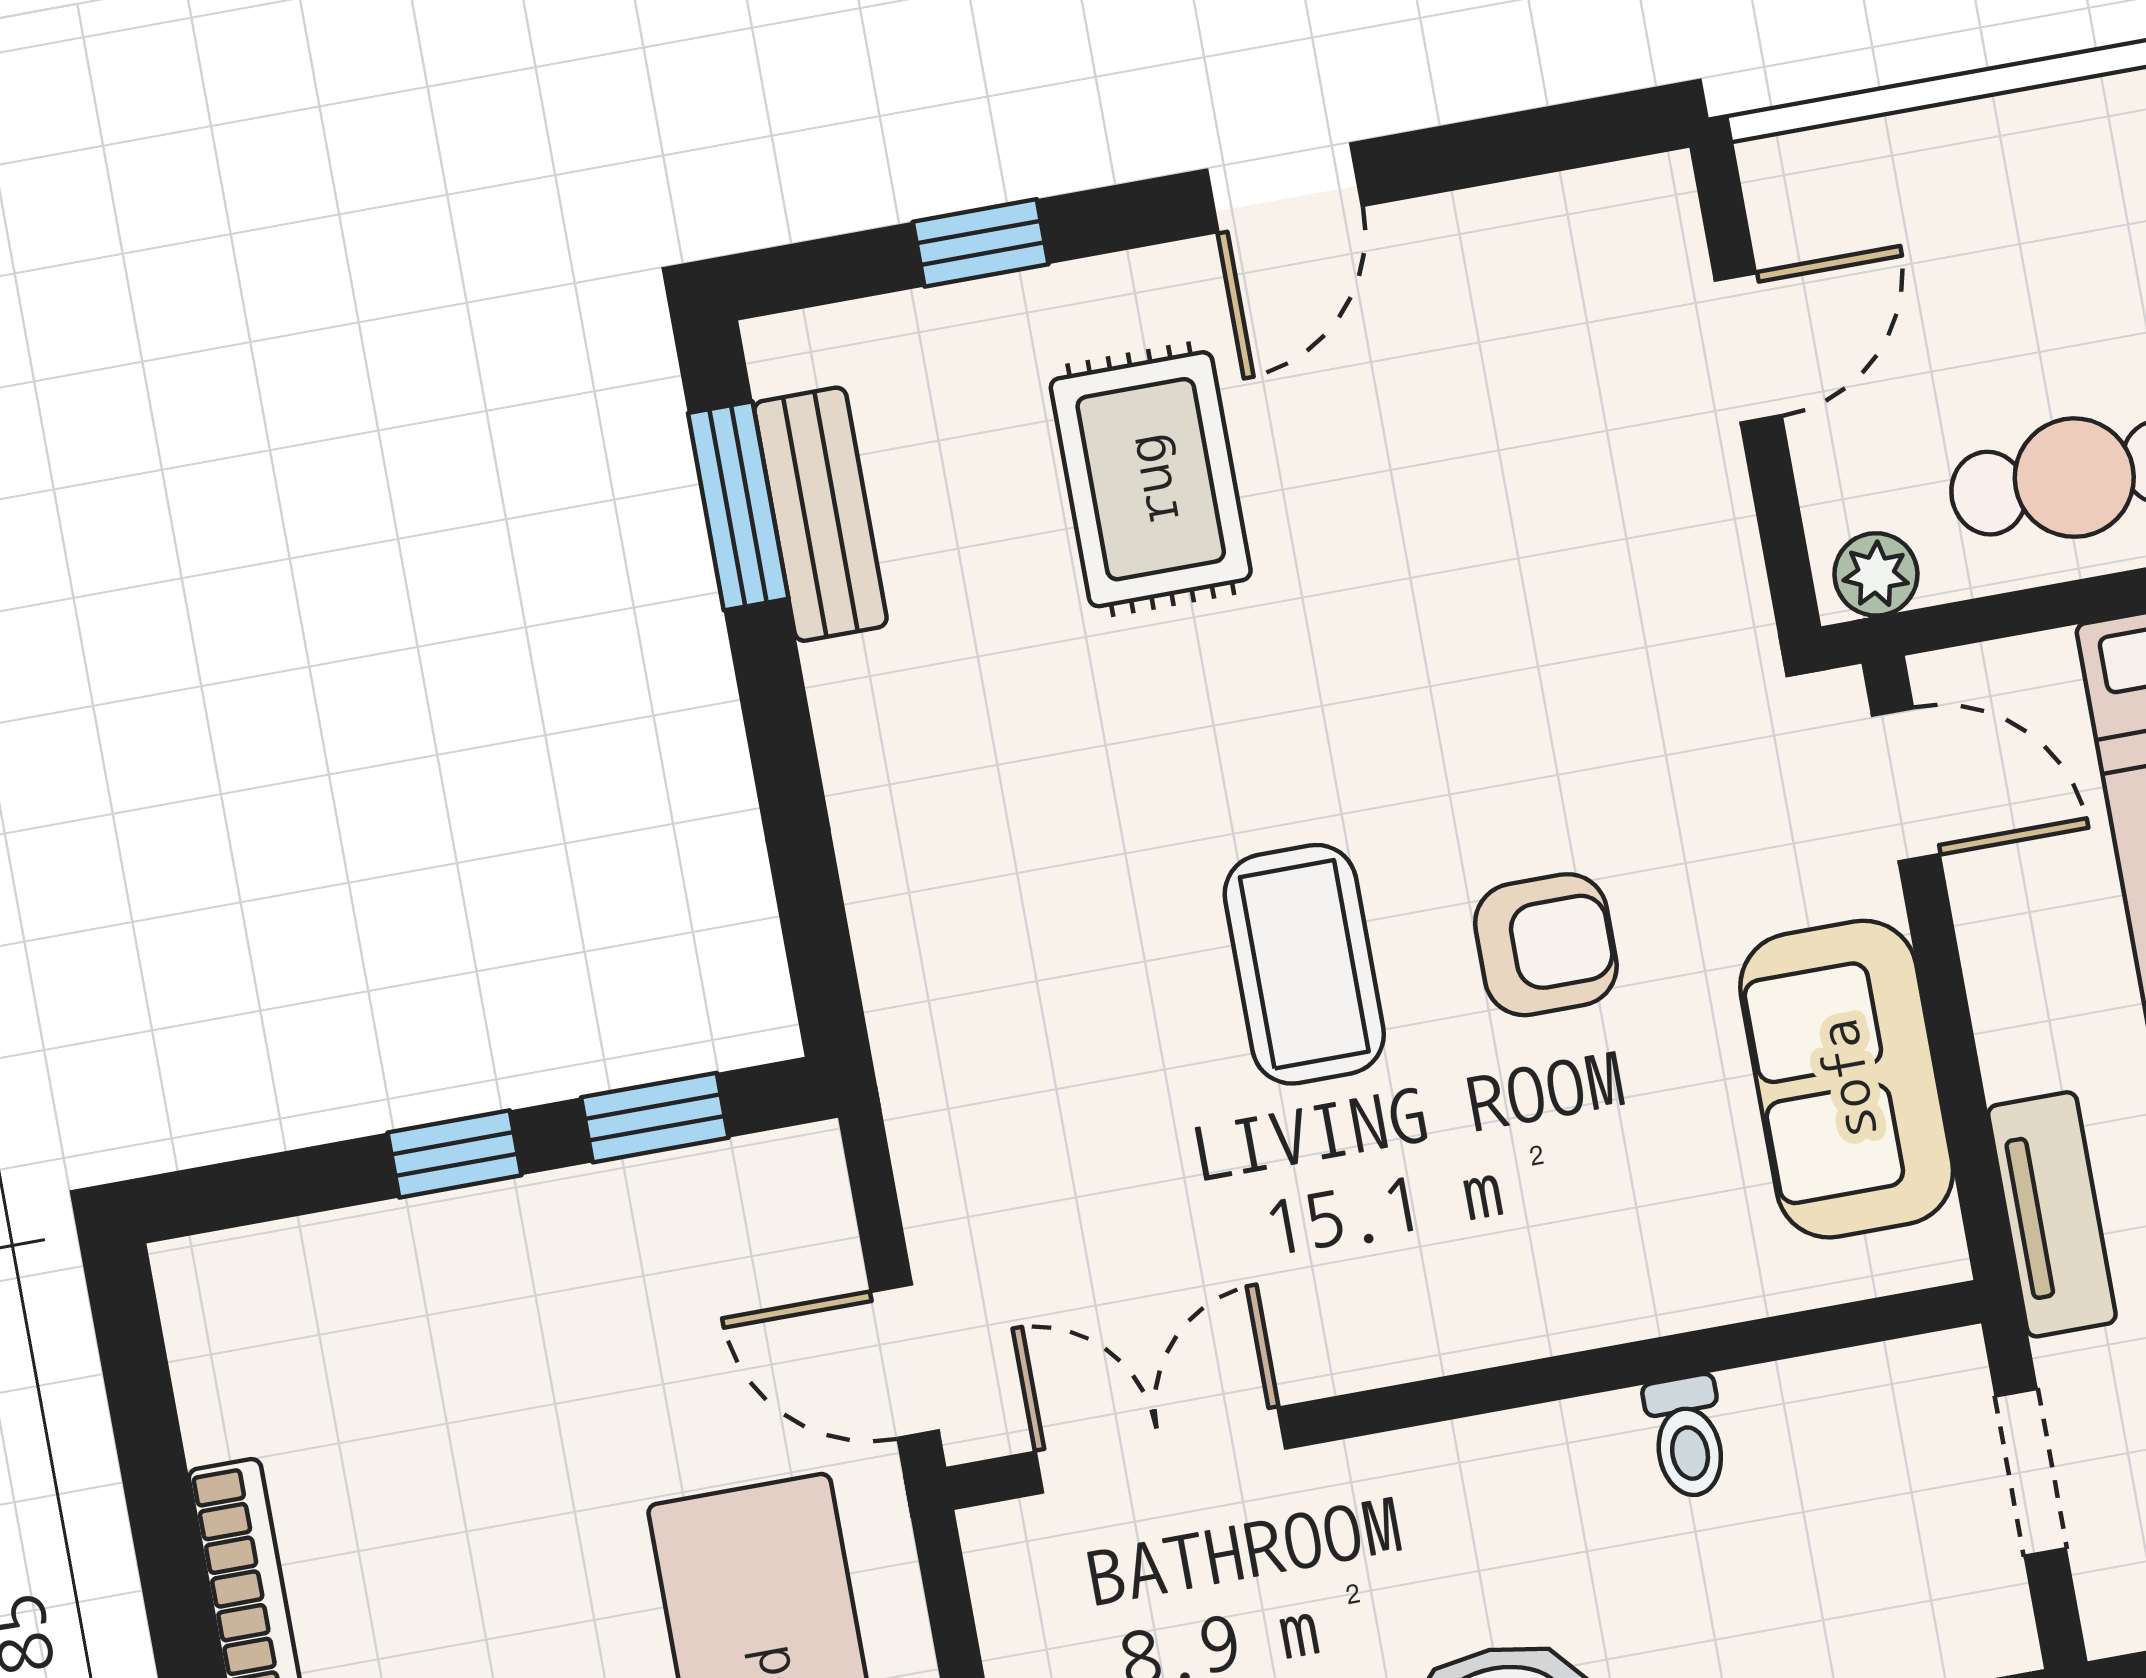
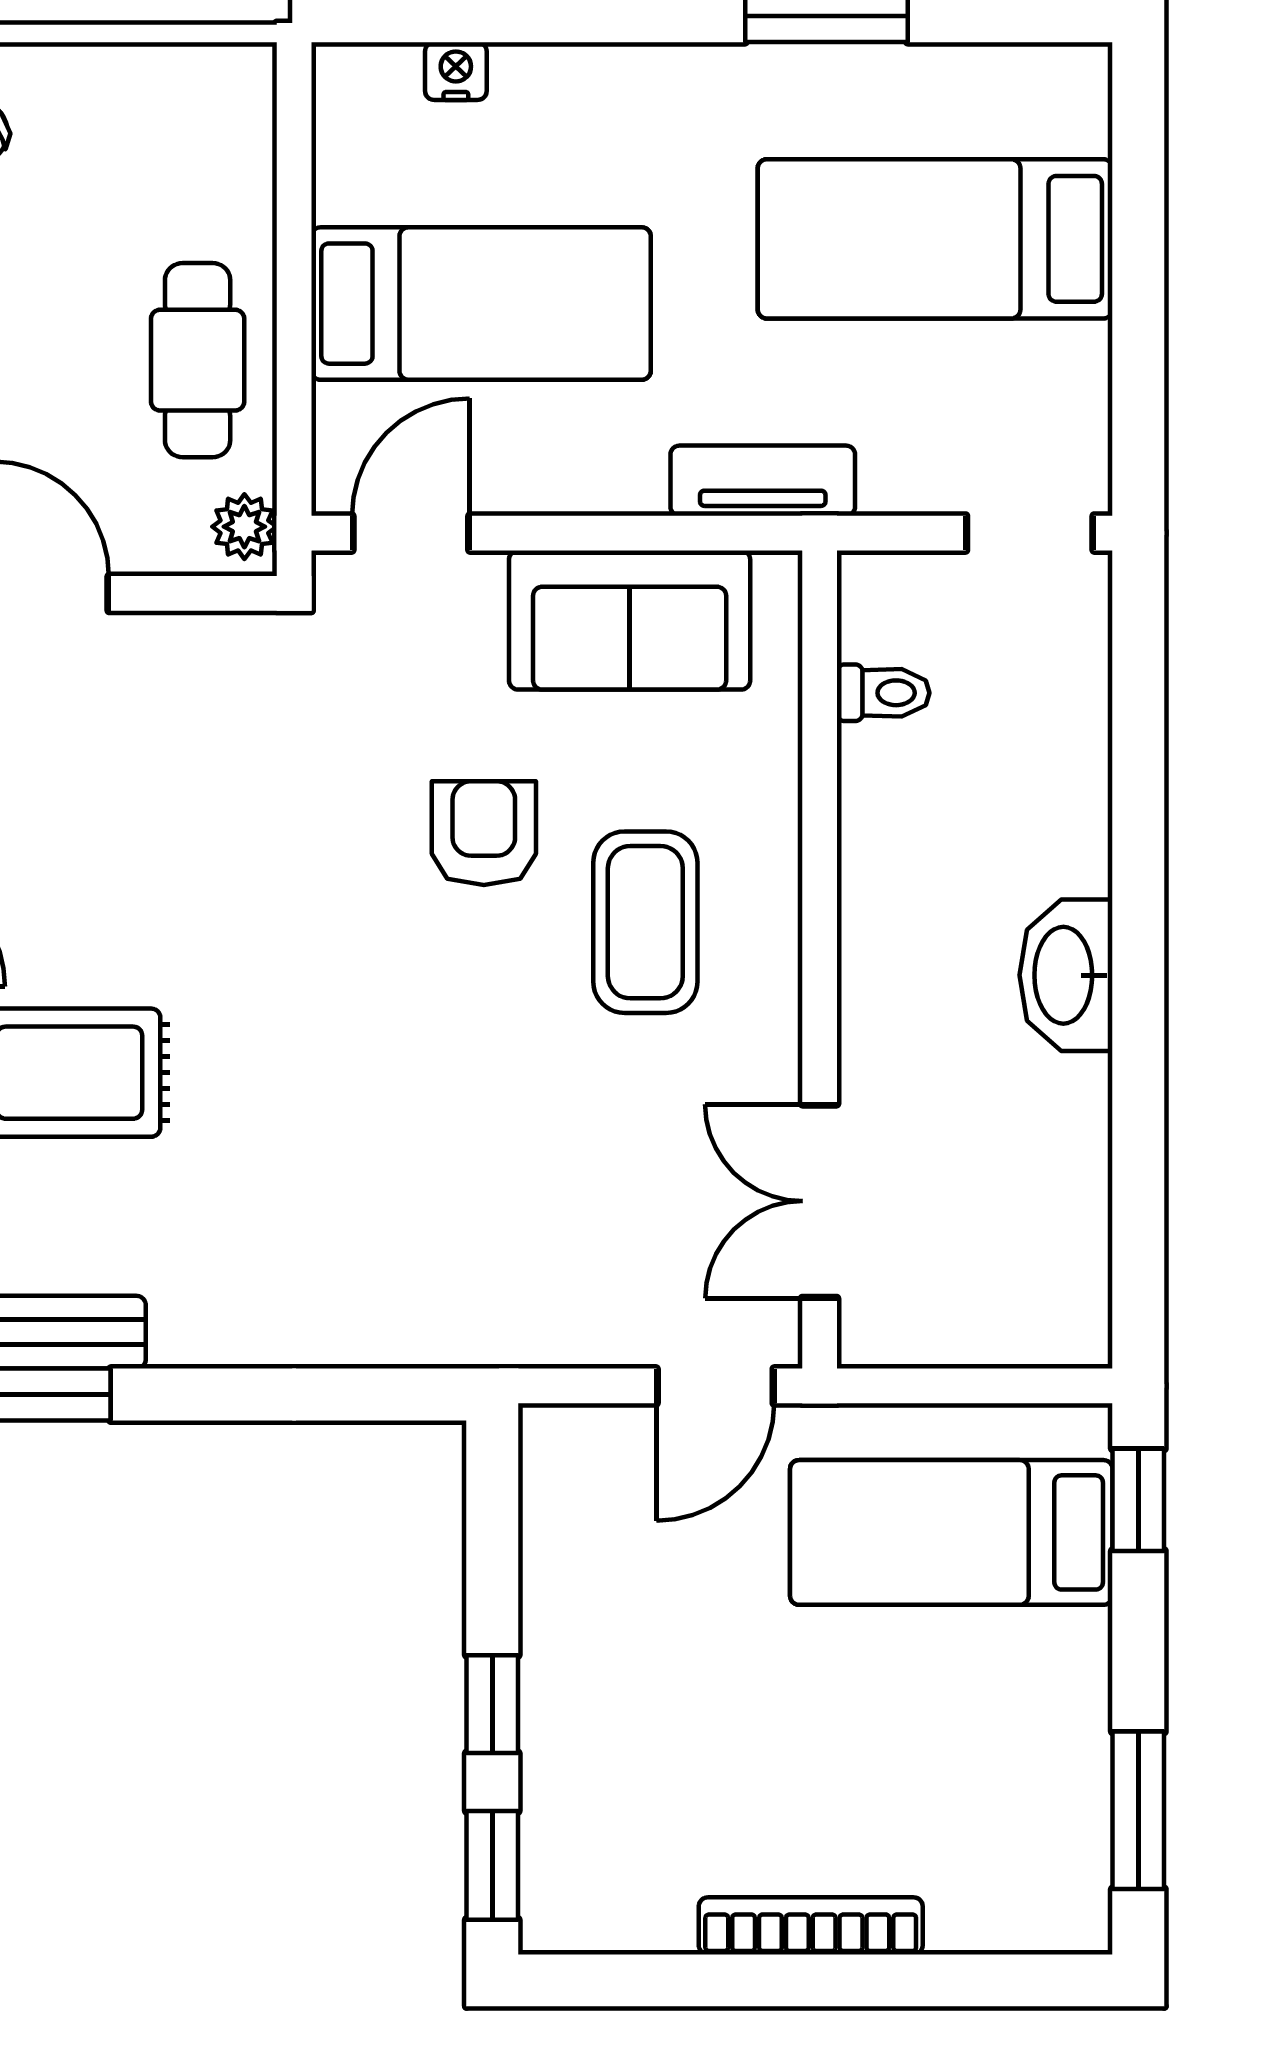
coffee table: (1304, 964) -> (645, 922), moved, turned 90
window: (655, 1118) -> (492, 1865), moved
toilet: (1687, 1437) -> (883, 693), moved
doorway: (2031, 1472) -> (1030, 533), moved

